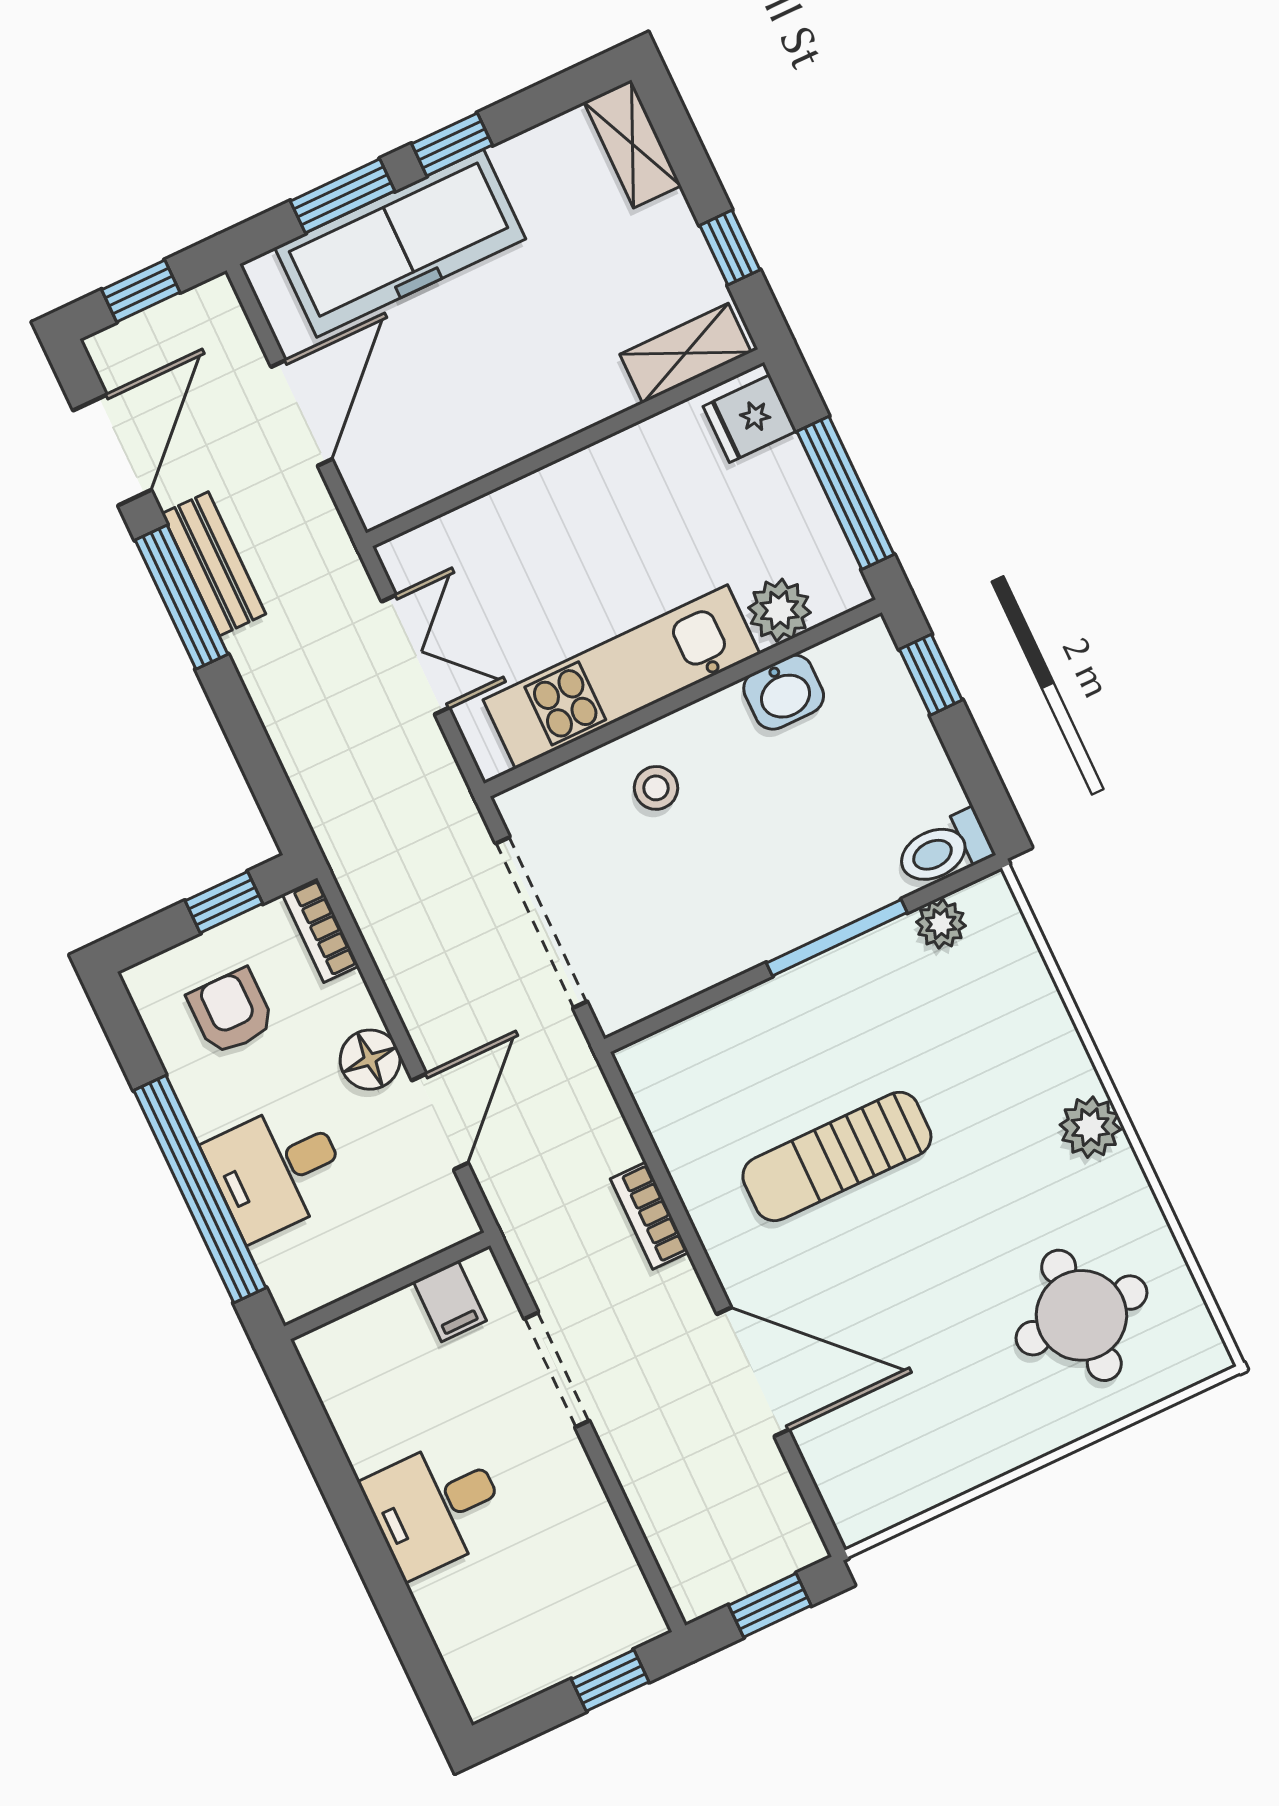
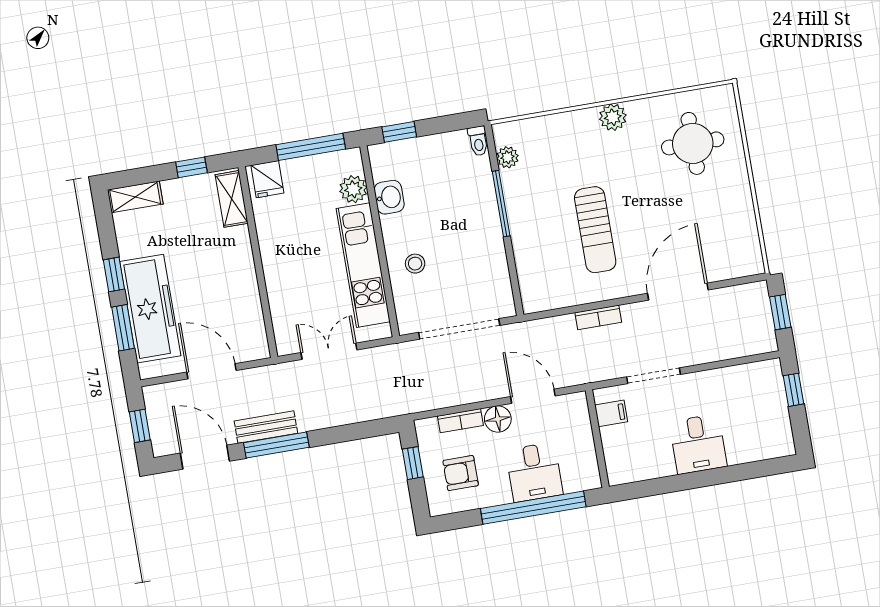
toilet: (944, 849) -> (478, 141), width x0.73, depth x0.72
bookcase: (321, 930) -> (460, 421), moved

